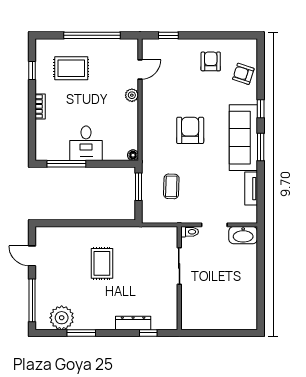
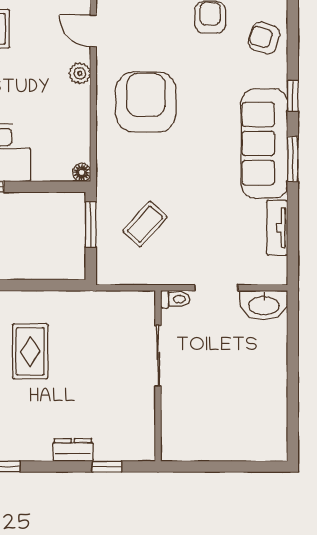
door: (140, 69) -> (93, 31), swing flipped
armchair: (190, 130) -> (146, 102), moved, width x1.36, depth x1.36
coffee table: (171, 186) -> (145, 224), turned 40
dresser: (133, 323) -> (73, 450), width x0.70

